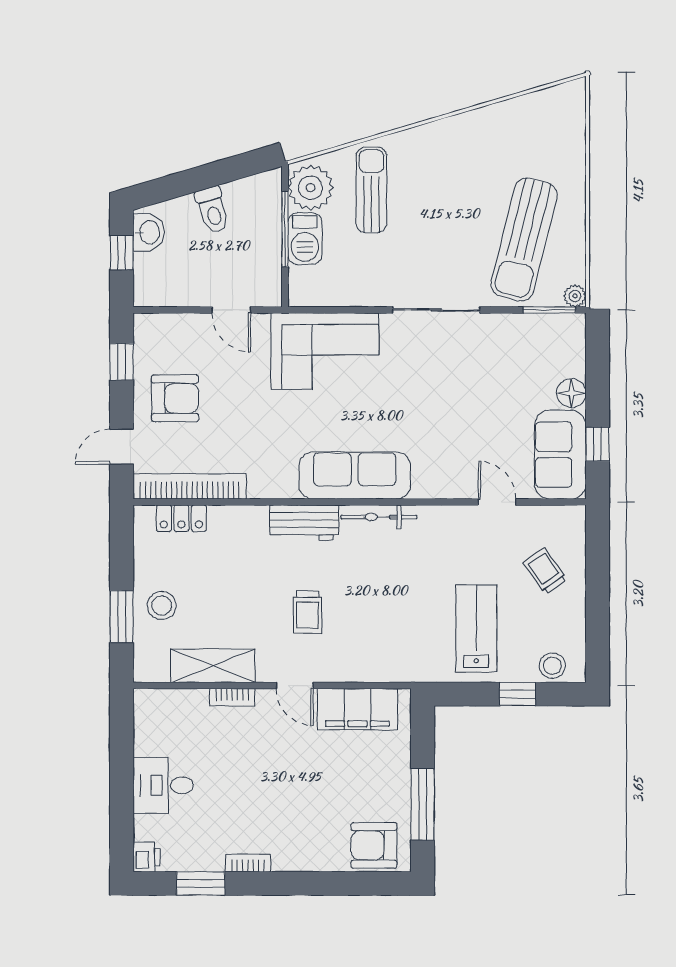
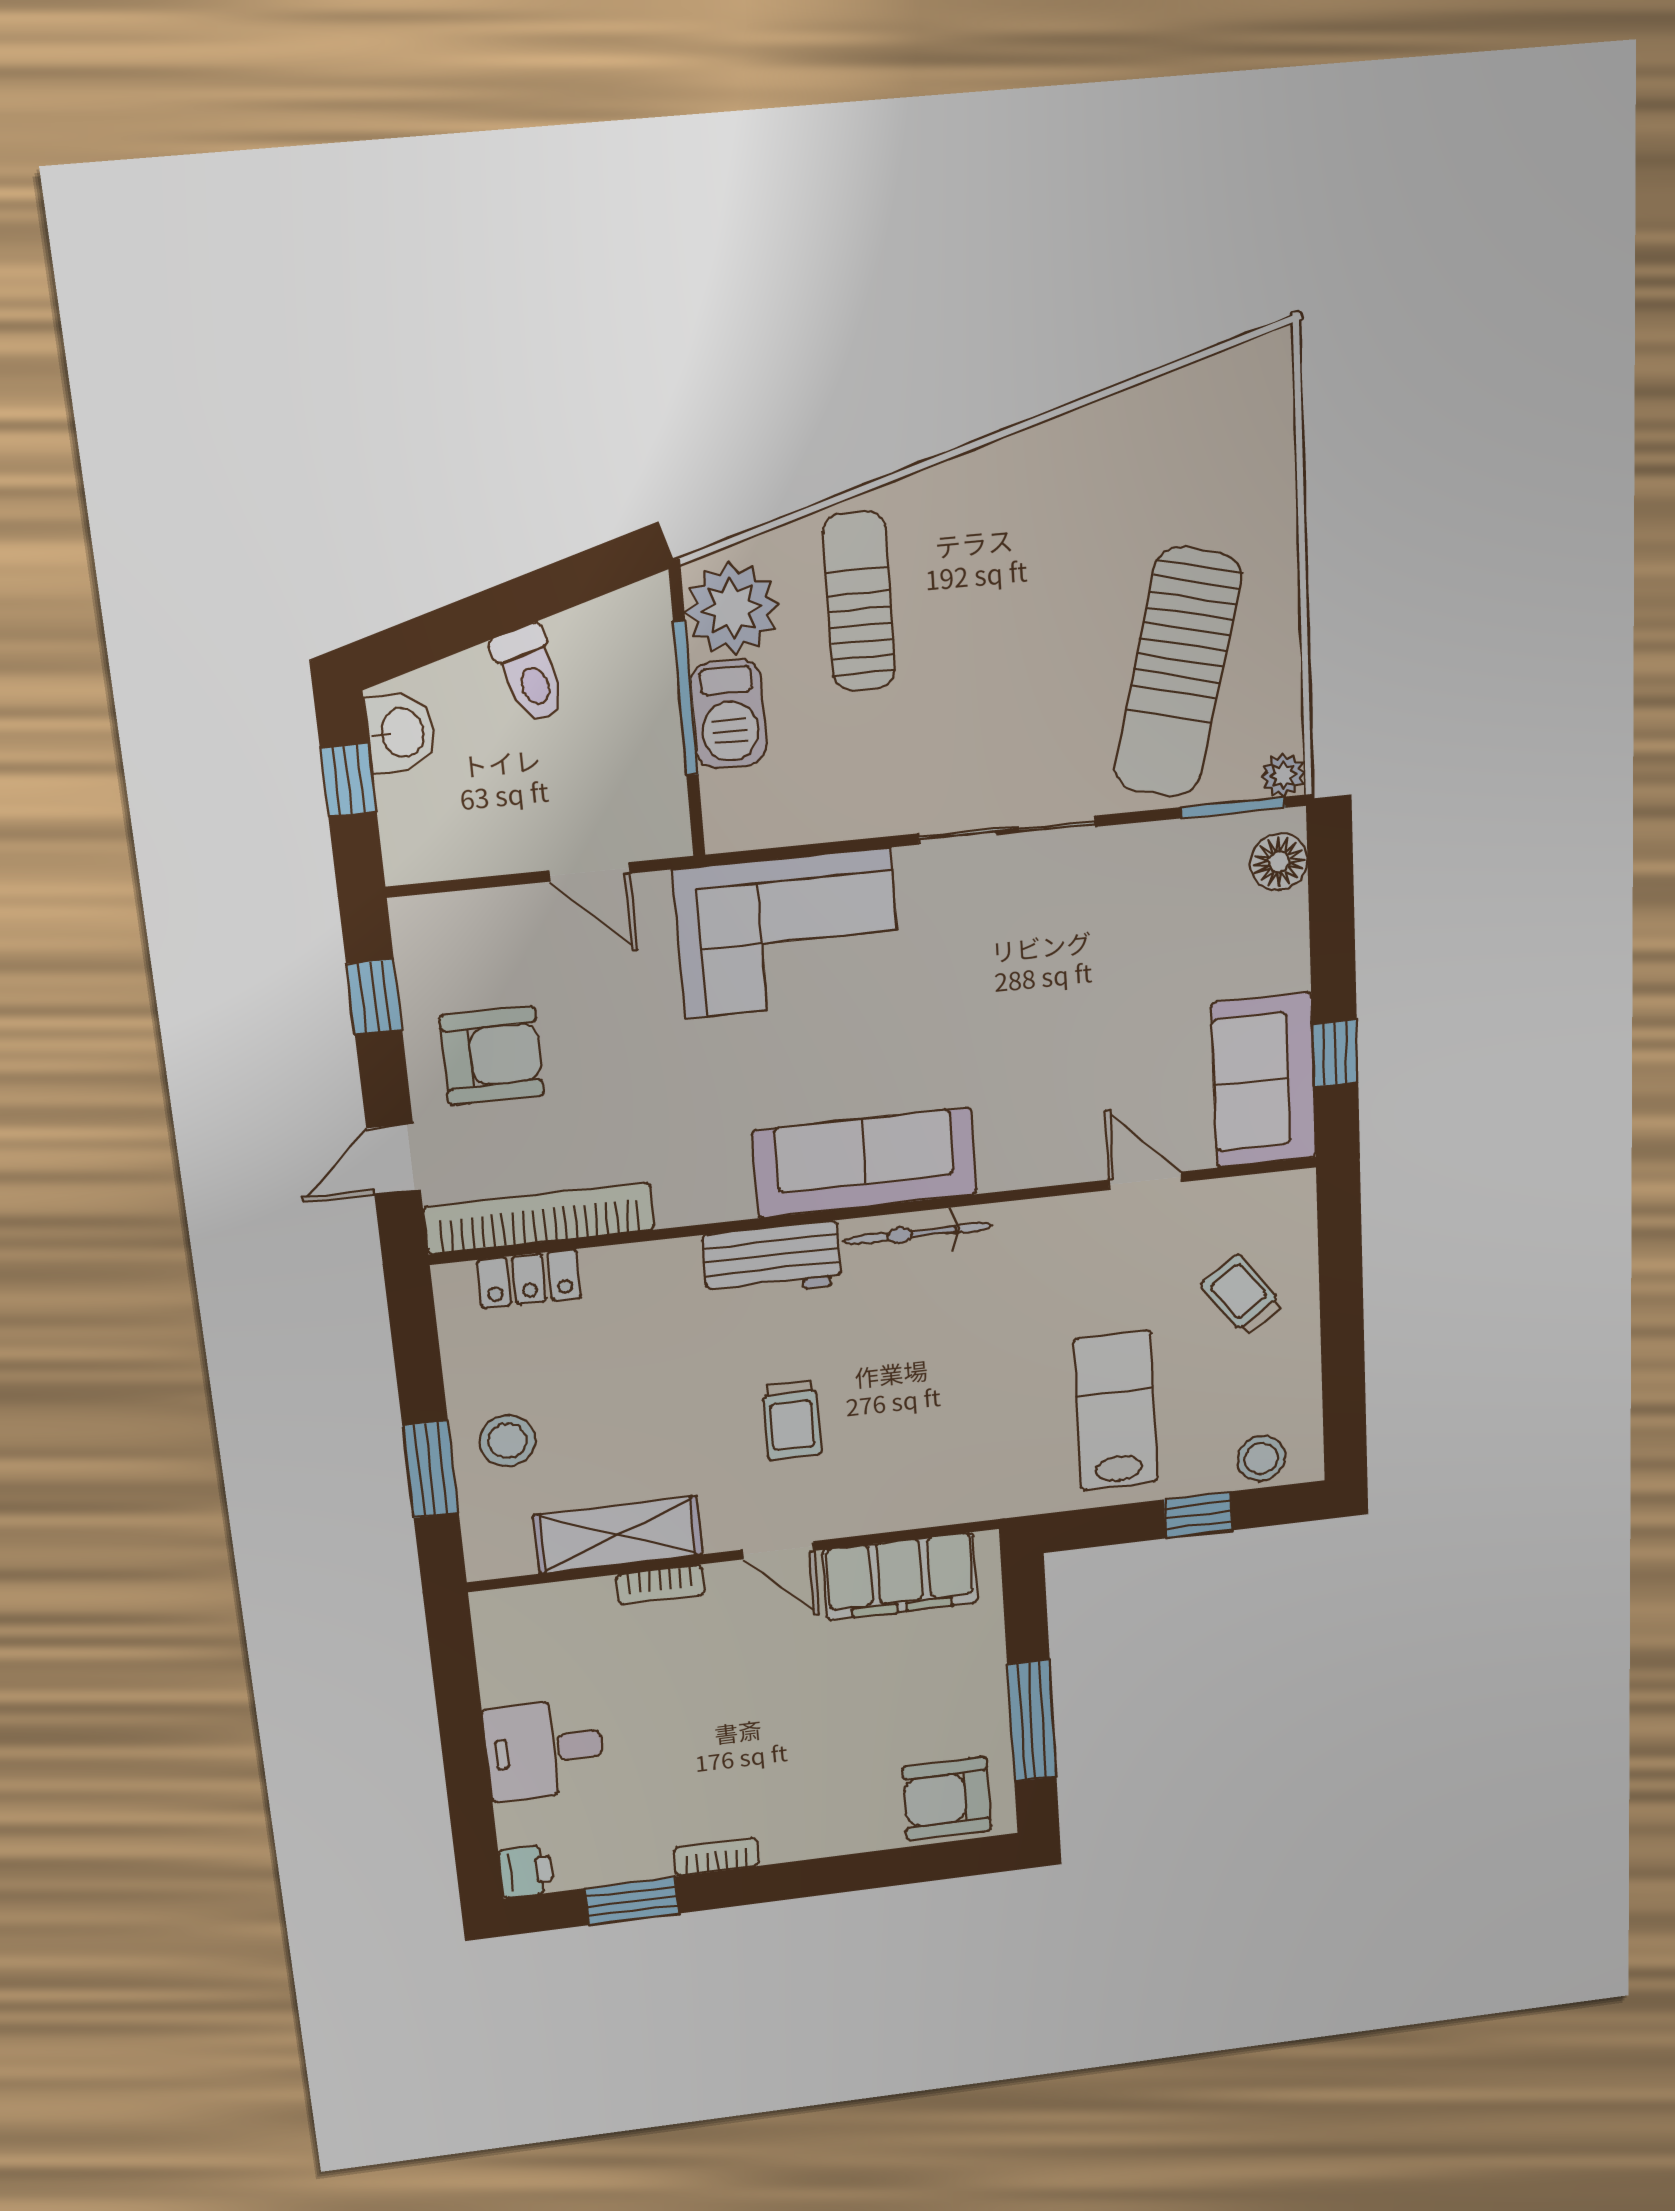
floor lamp: (571, 393) -> (1279, 862), moved

